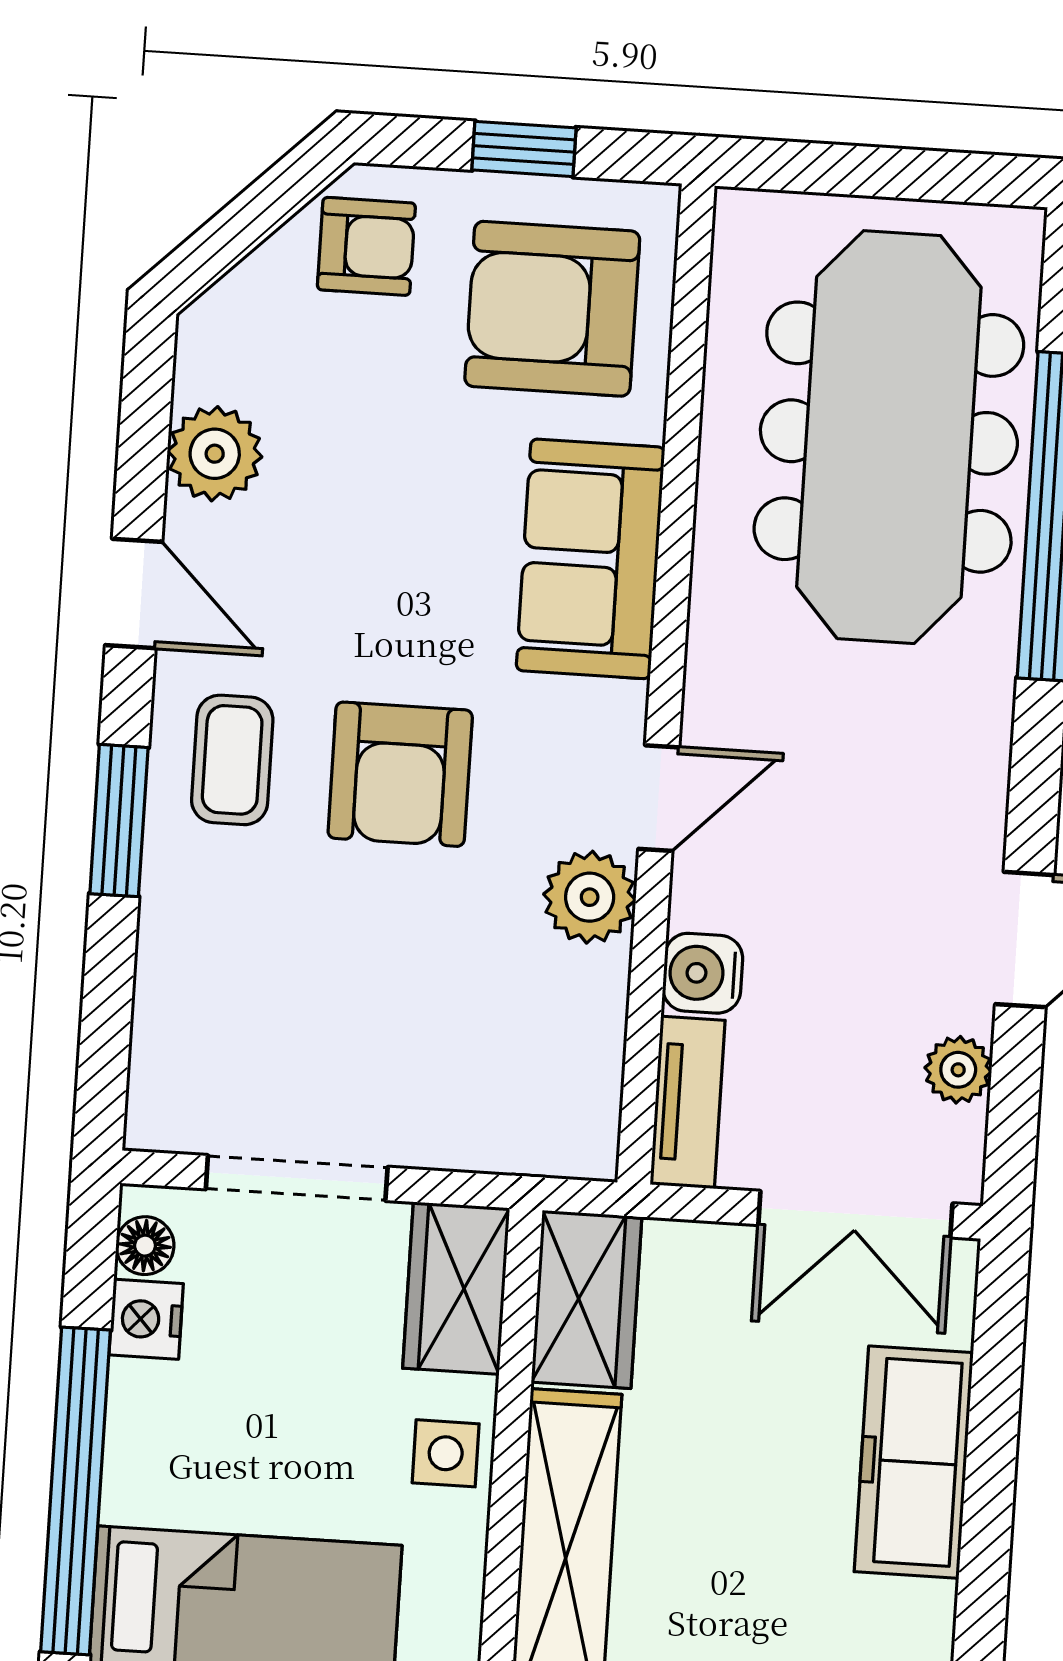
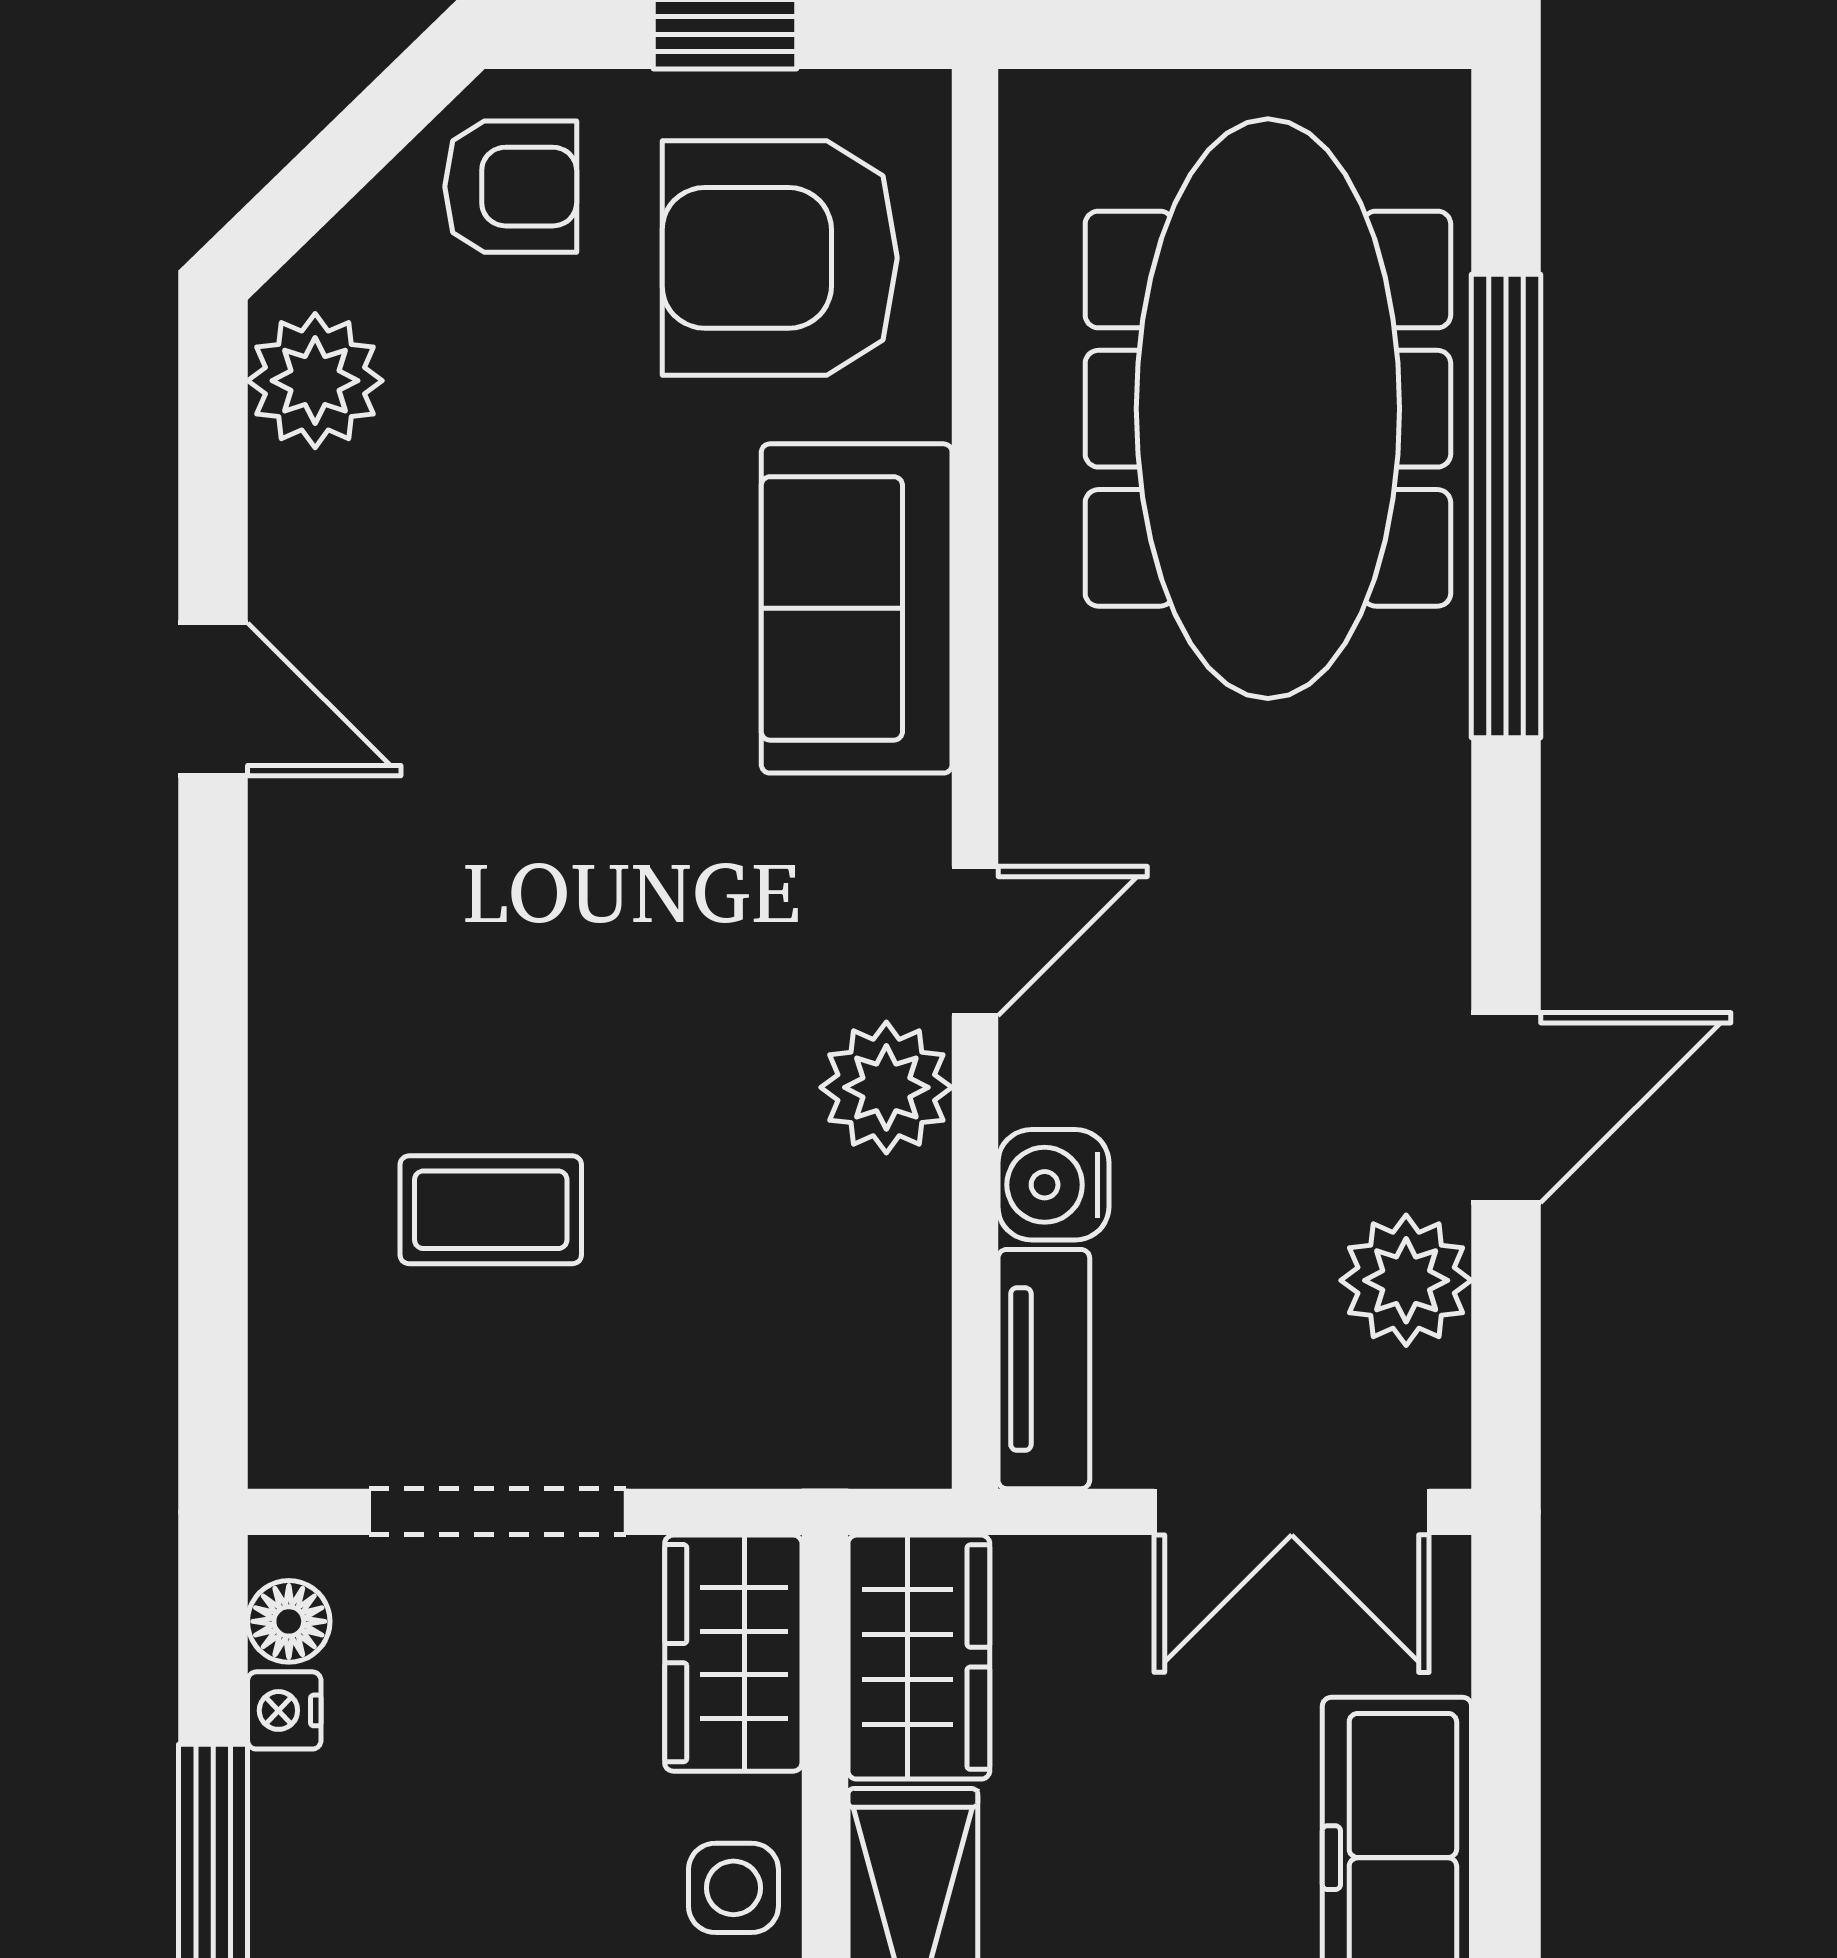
plant: (215, 454) -> (315, 381), moved
coffee table: (232, 760) -> (491, 1210), moved, turned 90
armchair: (400, 774) -> (607, 931), removed
window: (119, 821) -> (213, 1022), removed
plant: (958, 1070) -> (1406, 1280), width x1.38, depth x1.38
nightstand: (146, 1319) -> (284, 1710), width x0.72, depth x0.74

